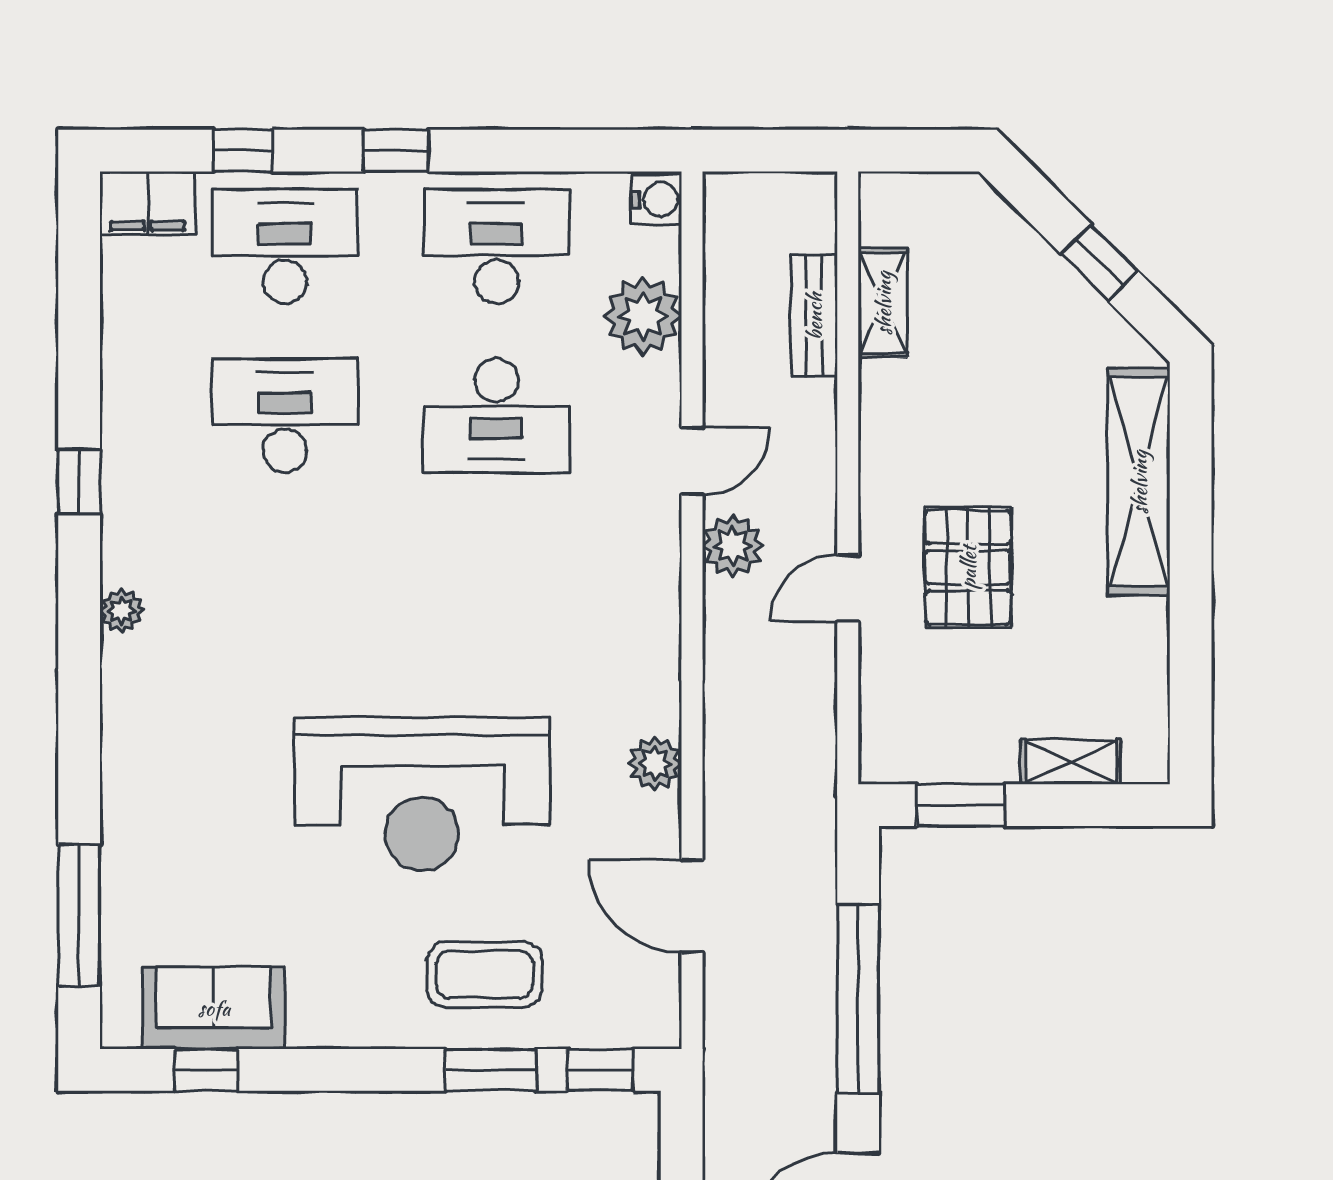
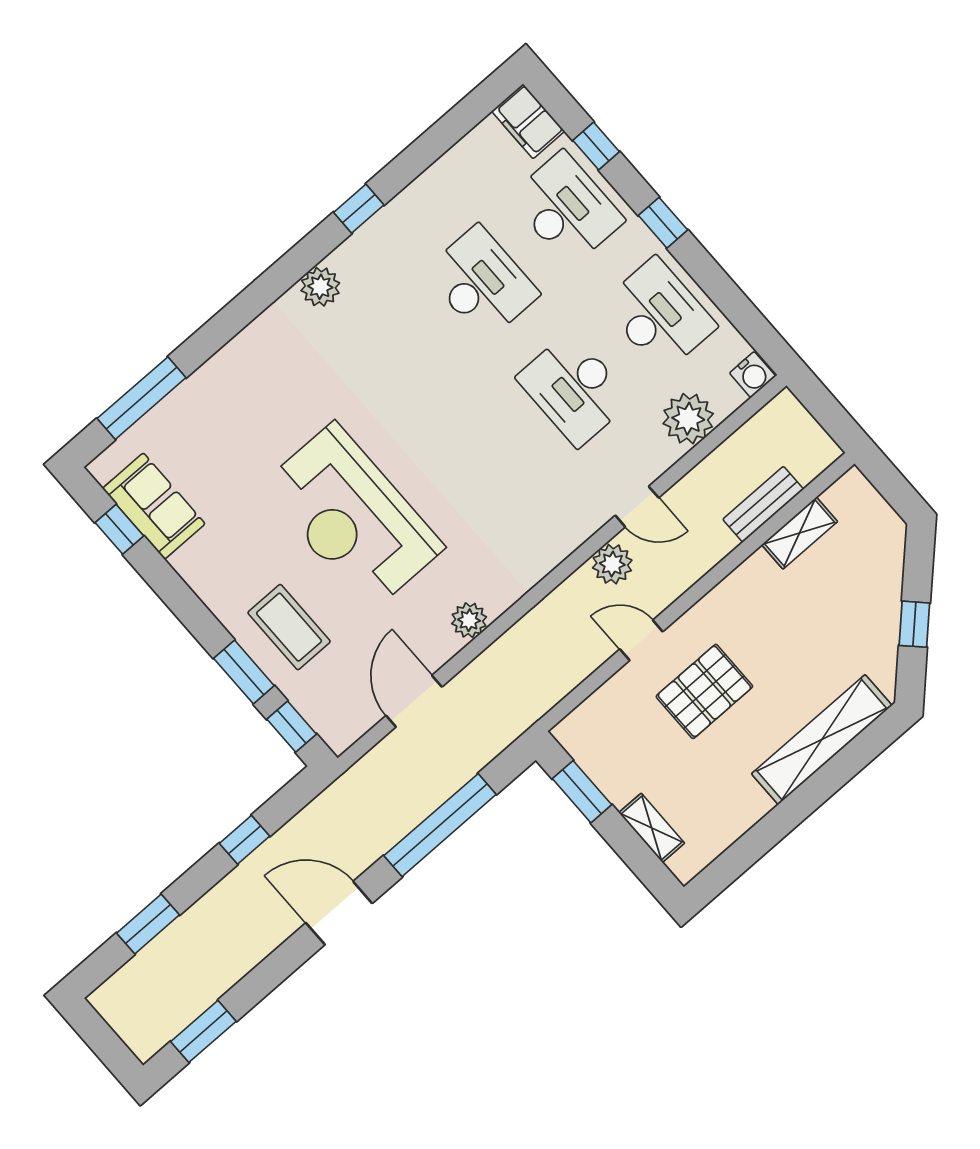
plant: (122, 611) -> (320, 287), width x1.38, depth x1.38

